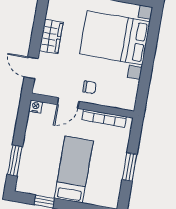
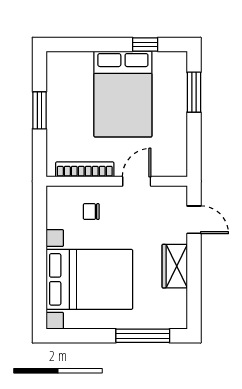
chair: (89, 87) -> (91, 212), moved
nightstand: (36, 107) -> (179, 169), removed
bed: (74, 170) -> (123, 94), width x1.50

